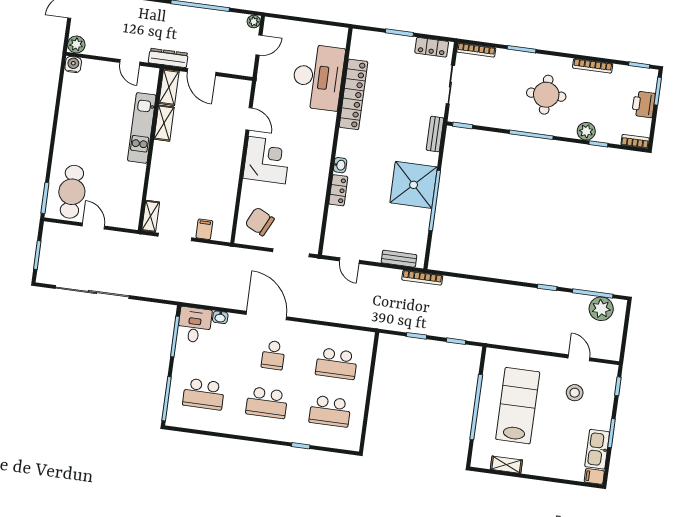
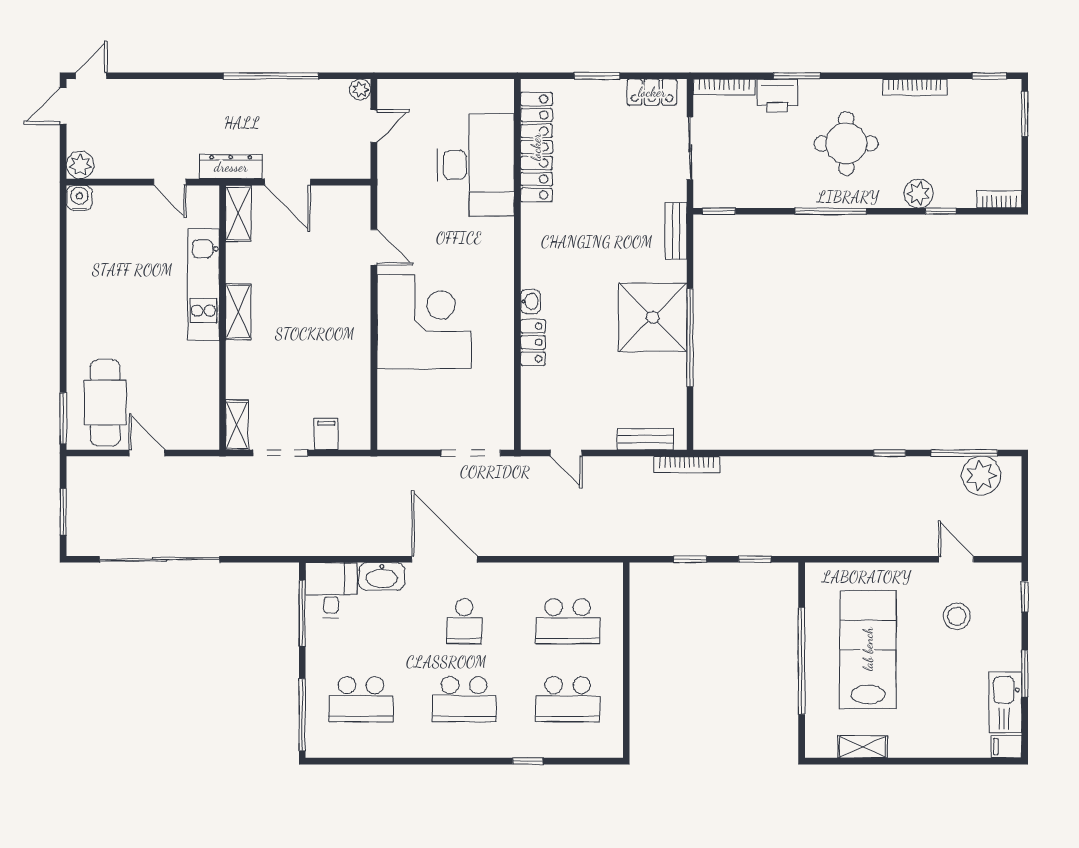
locker: (353, 94) -> (536, 147), moved
printer: (644, 104) -> (777, 96), moved, turned -90
shelving: (164, 123) -> (238, 312), moved
corner desk: (267, 160) -> (424, 322), width x1.36, depth x1.36
chair: (260, 222) -> (413, 410), removed
washbasin: (220, 317) -> (382, 576), width x1.91, depth x1.45

